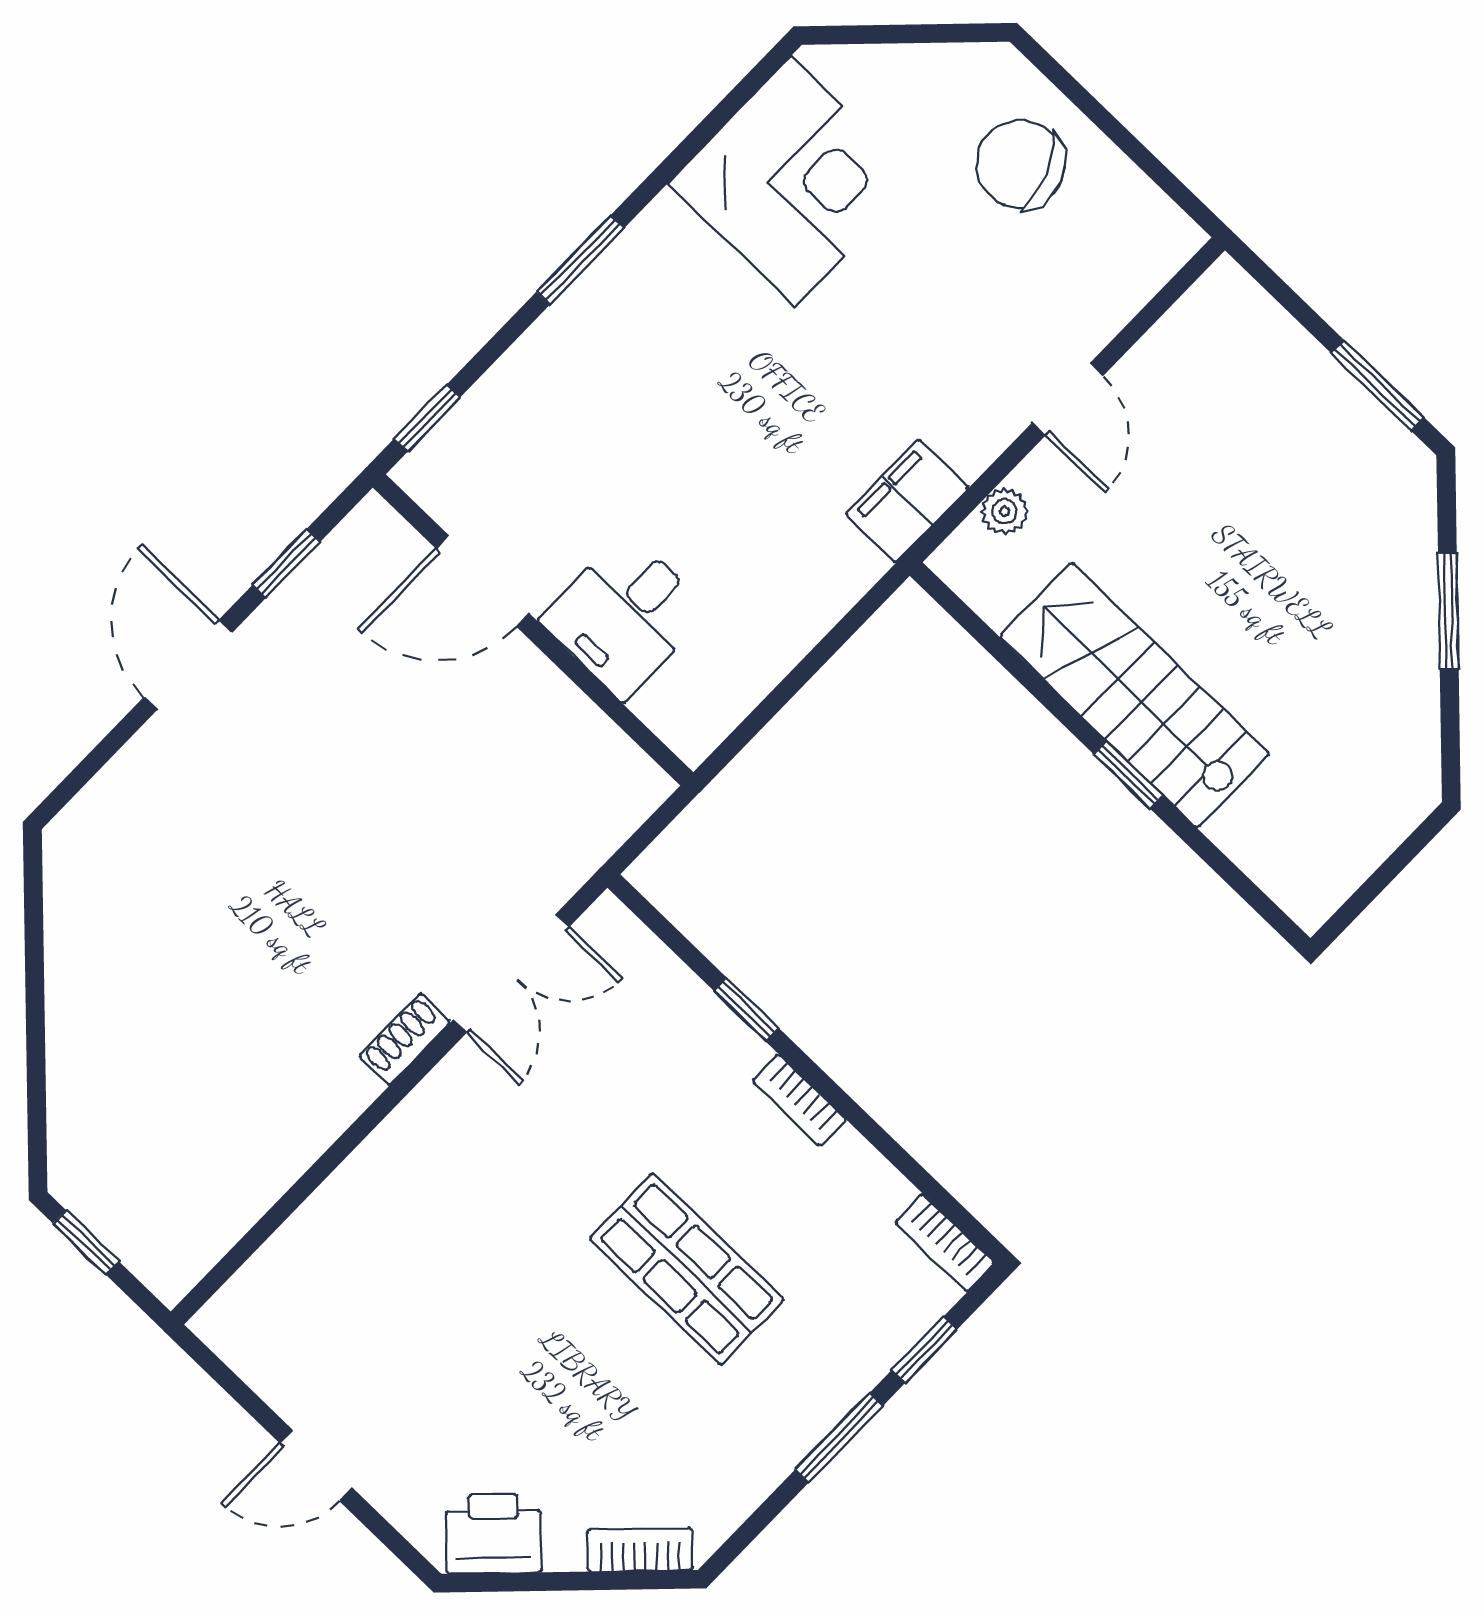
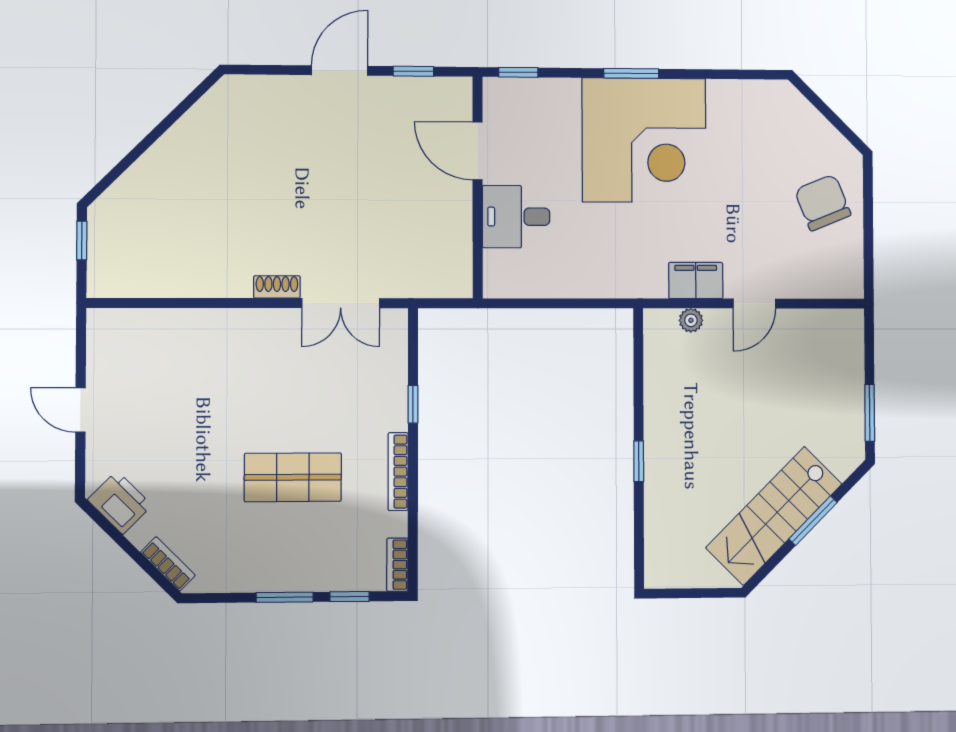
corner desk: (793, 181) -> (644, 140), moved, width x1.36, depth x1.36
filing cabinet: (907, 501) -> (696, 281), moved
stairs: (1134, 695) -> (774, 516), moved, turned -135
bookcase: (799, 1100) -> (398, 472), width x1.56
shop shelf: (687, 1269) -> (293, 477), turned 90

